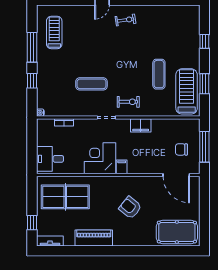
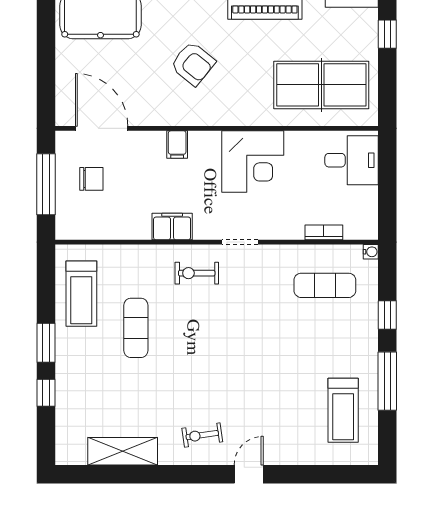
shelving: (166, 12) -> (123, 451), added
exercise mat: (91, 84) -> (325, 285), moved
window: (204, 84) -> (46, 343), moved
treadmill: (187, 91) -> (81, 294), width x0.73, depth x0.73
filing cabinet: (122, 167) -> (177, 144), moved

